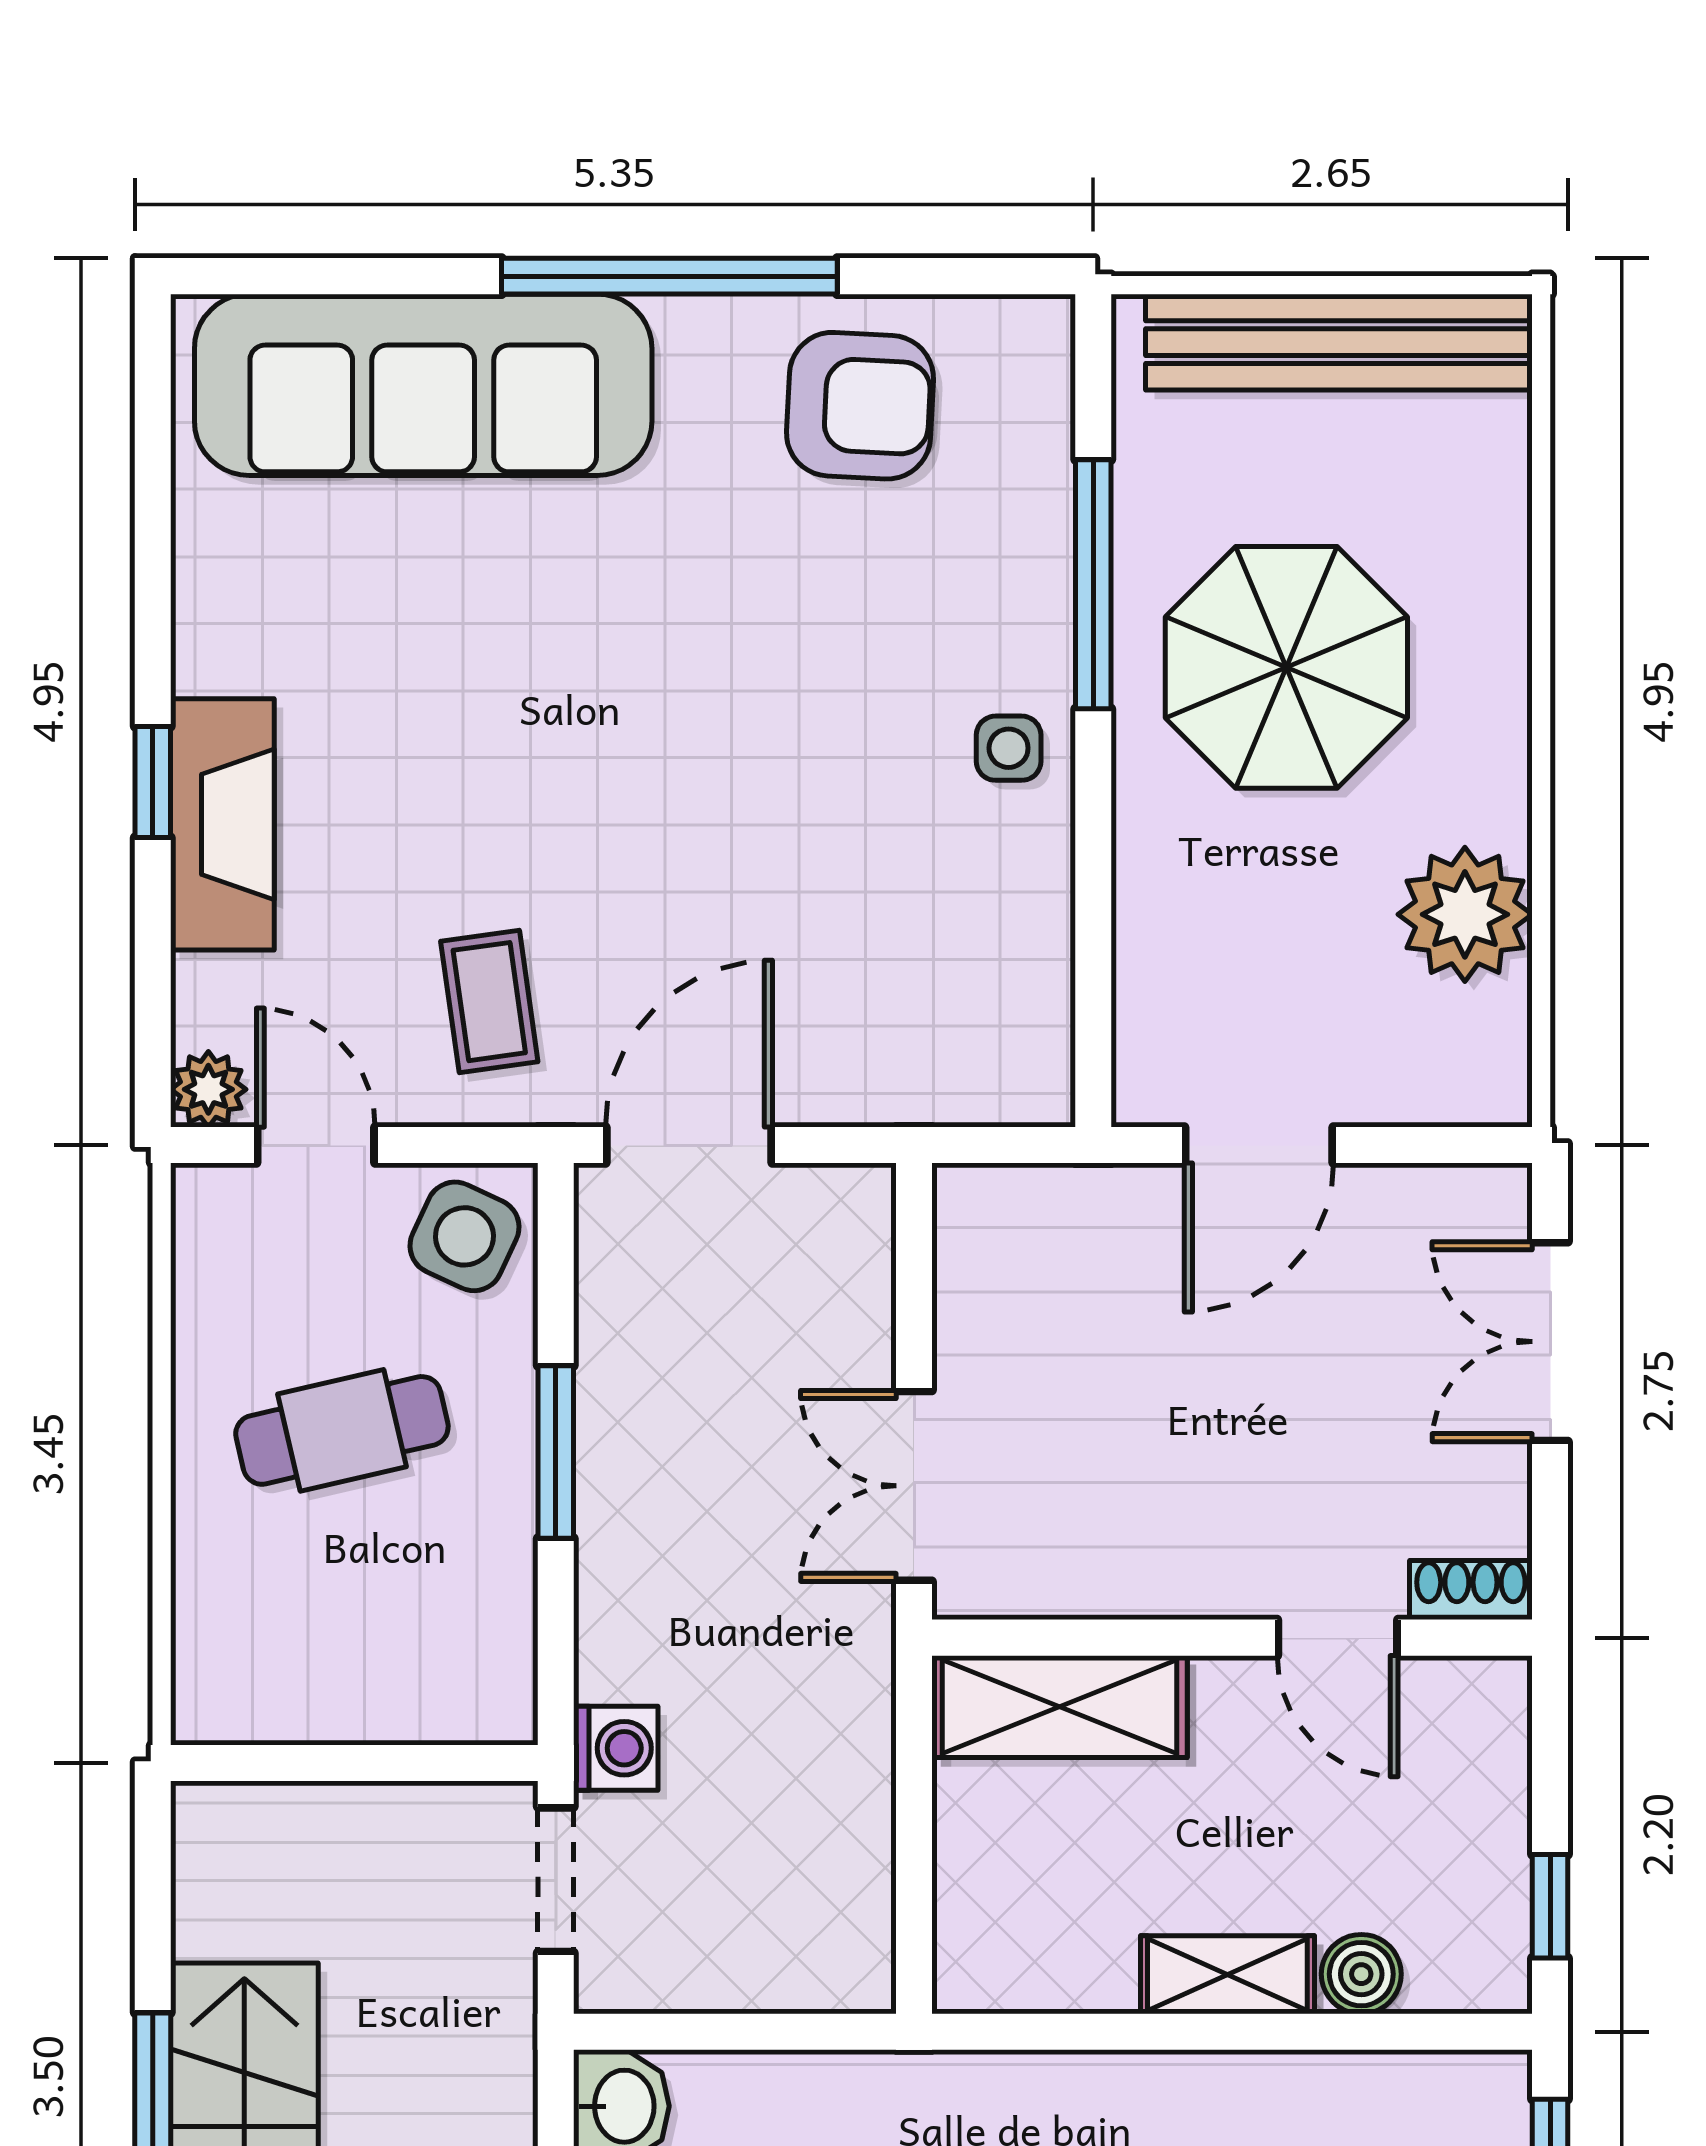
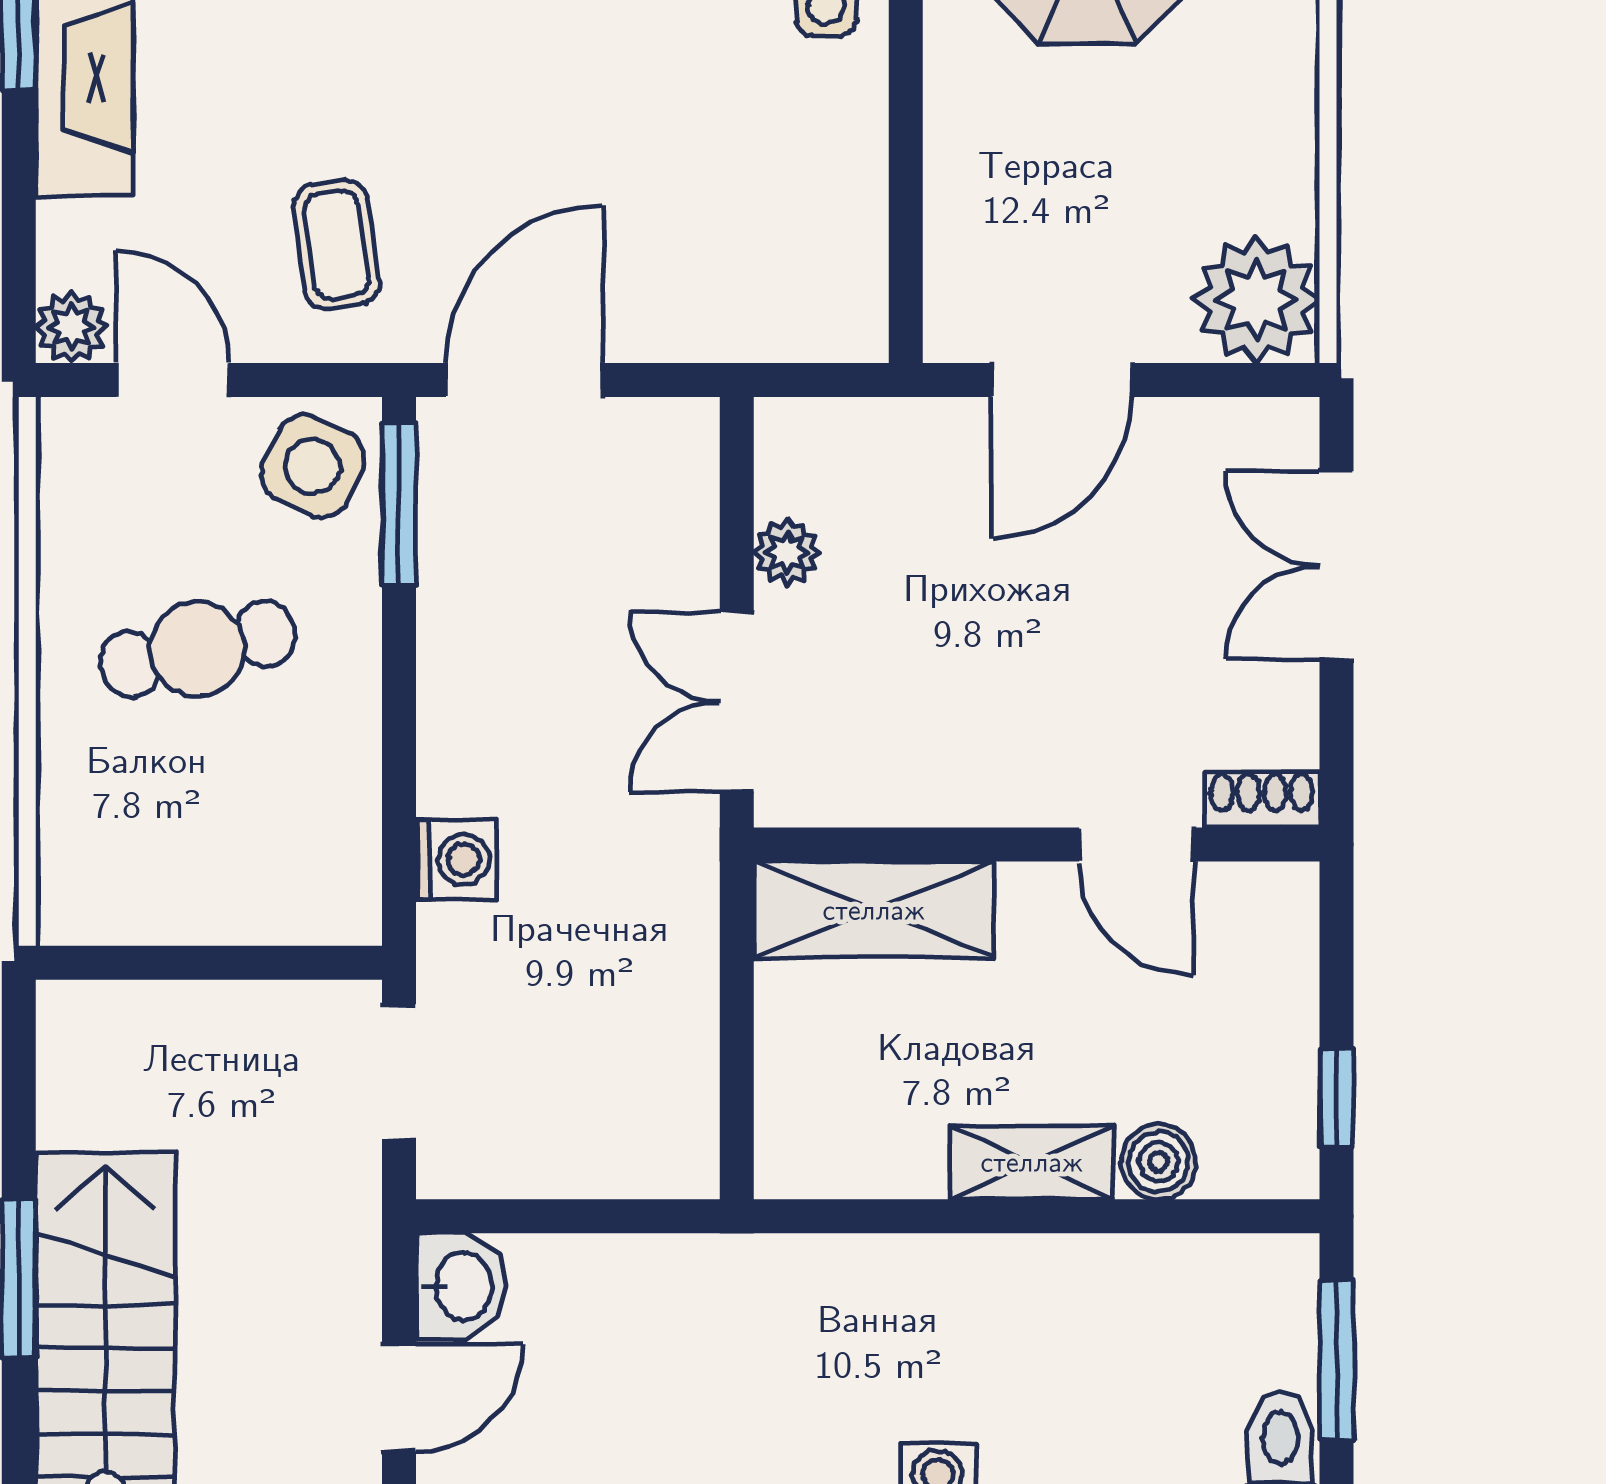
plant: (1465, 914) -> (1256, 300), moved
plant: (967, 1328) -> (787, 552), added
window: (556, 1452) -> (399, 504), moved
washing machine: (616, 1748) -> (455, 860), moved

